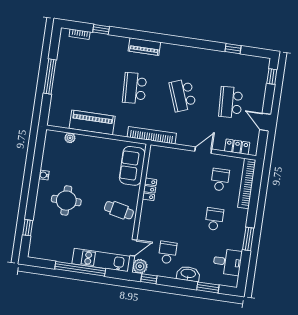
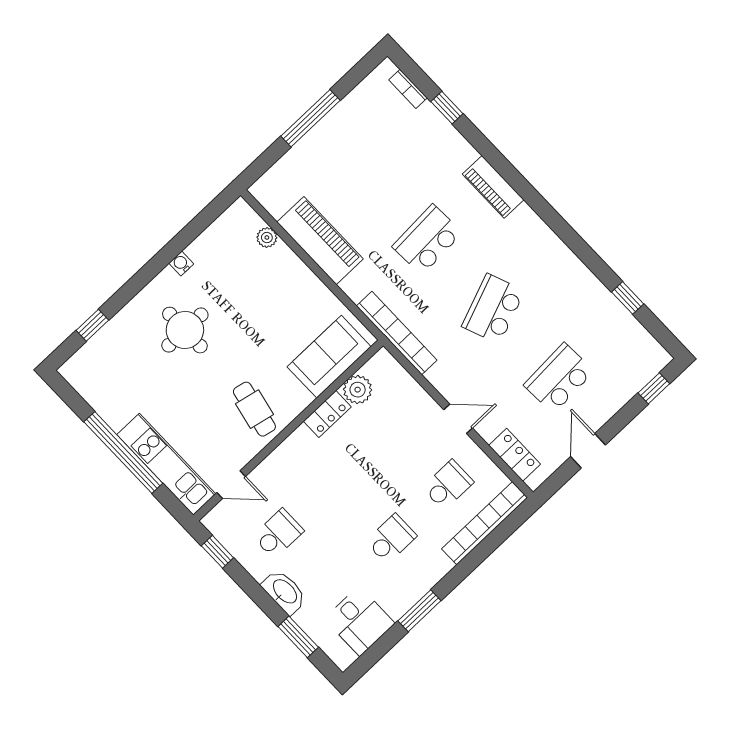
plant: (140, 266) -> (358, 390), moved

